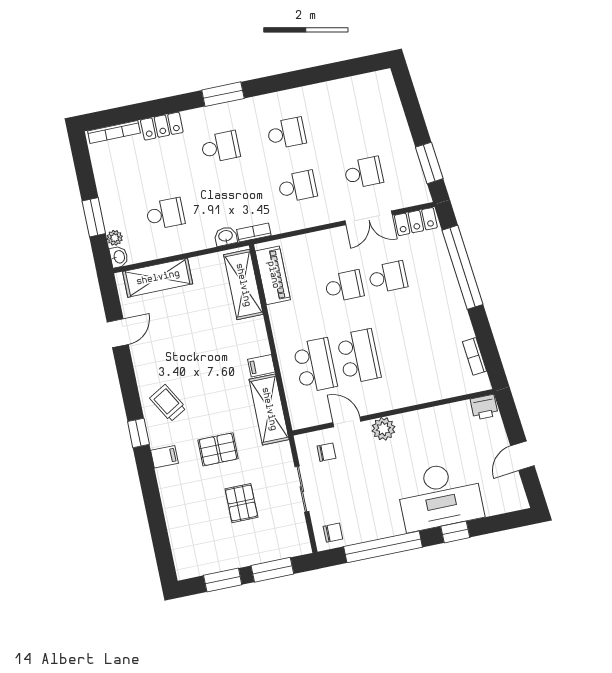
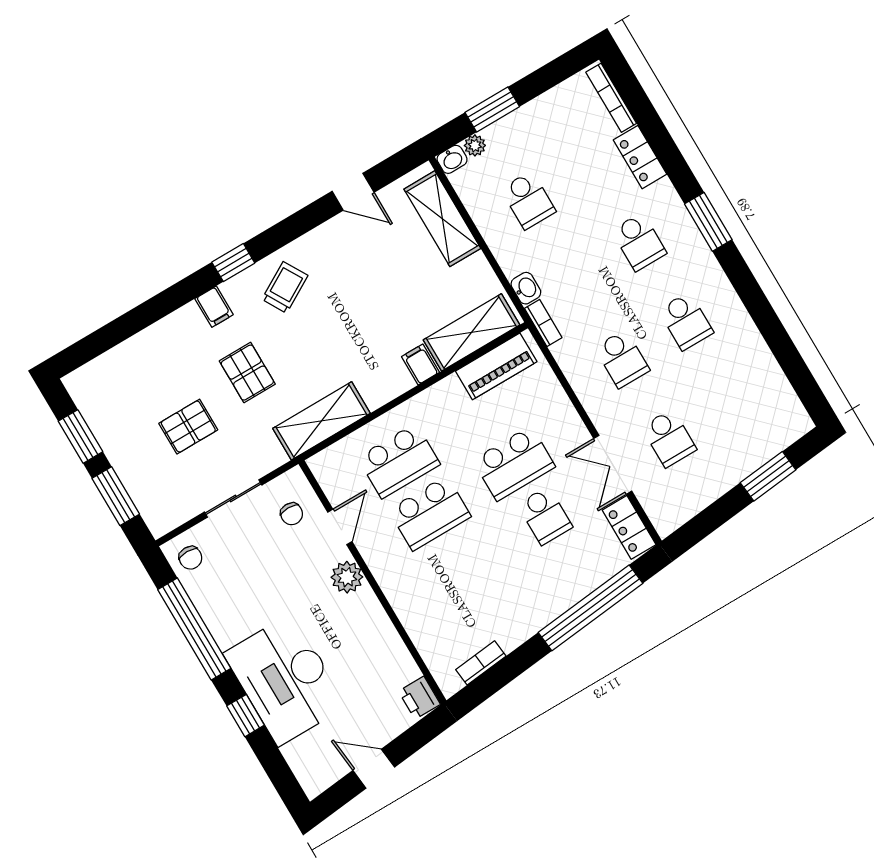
window: (429, 163) -> (768, 476), moved
school desk: (344, 286) -> (514, 463), width x1.85
filing cabinet: (261, 366) -> (421, 364), moved

